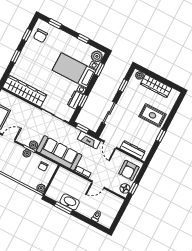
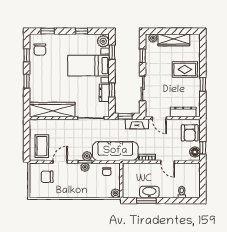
door: (98, 185) -> (168, 162), hinge flipped

